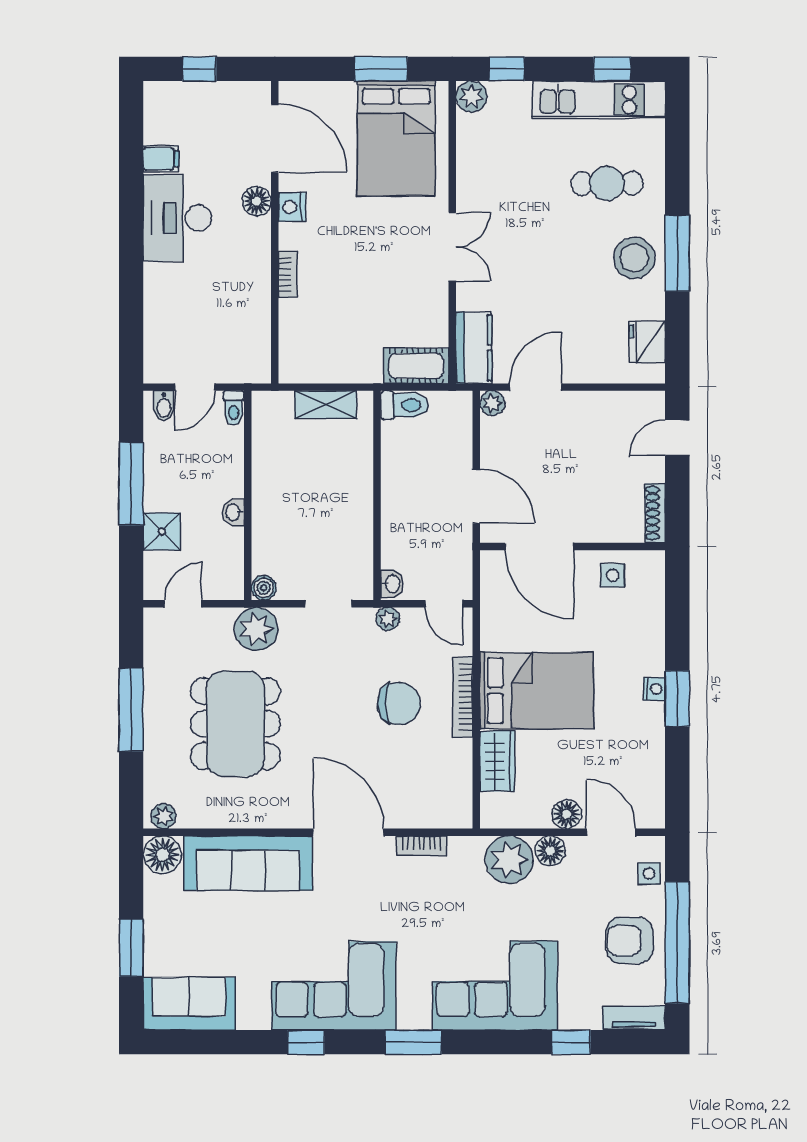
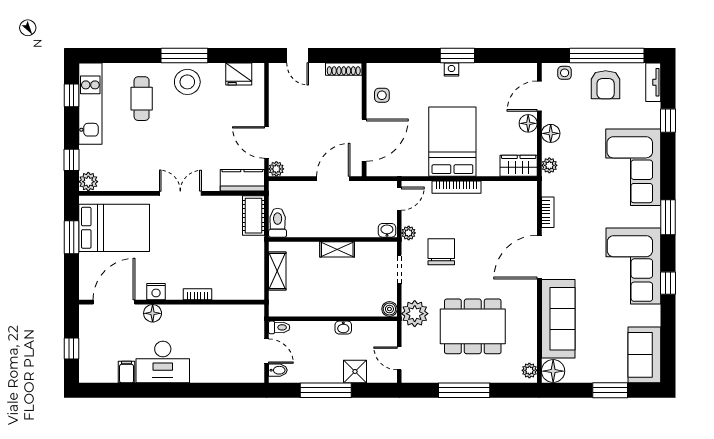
shelving: (361, 502) -> (337, 249), added
chair: (399, 703) -> (441, 252), moved
wardrobe: (497, 761) -> (519, 166), moved
plant: (509, 860) -> (549, 165), width x0.53, depth x0.53

